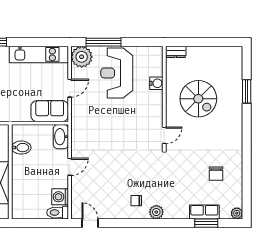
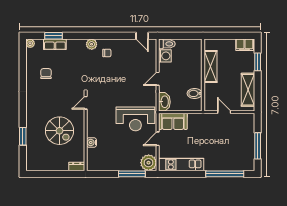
reception desk: (117, 73) -> (135, 119), moved, turned 90
spiral stairs: (198, 99) -> (59, 131), turned 180

